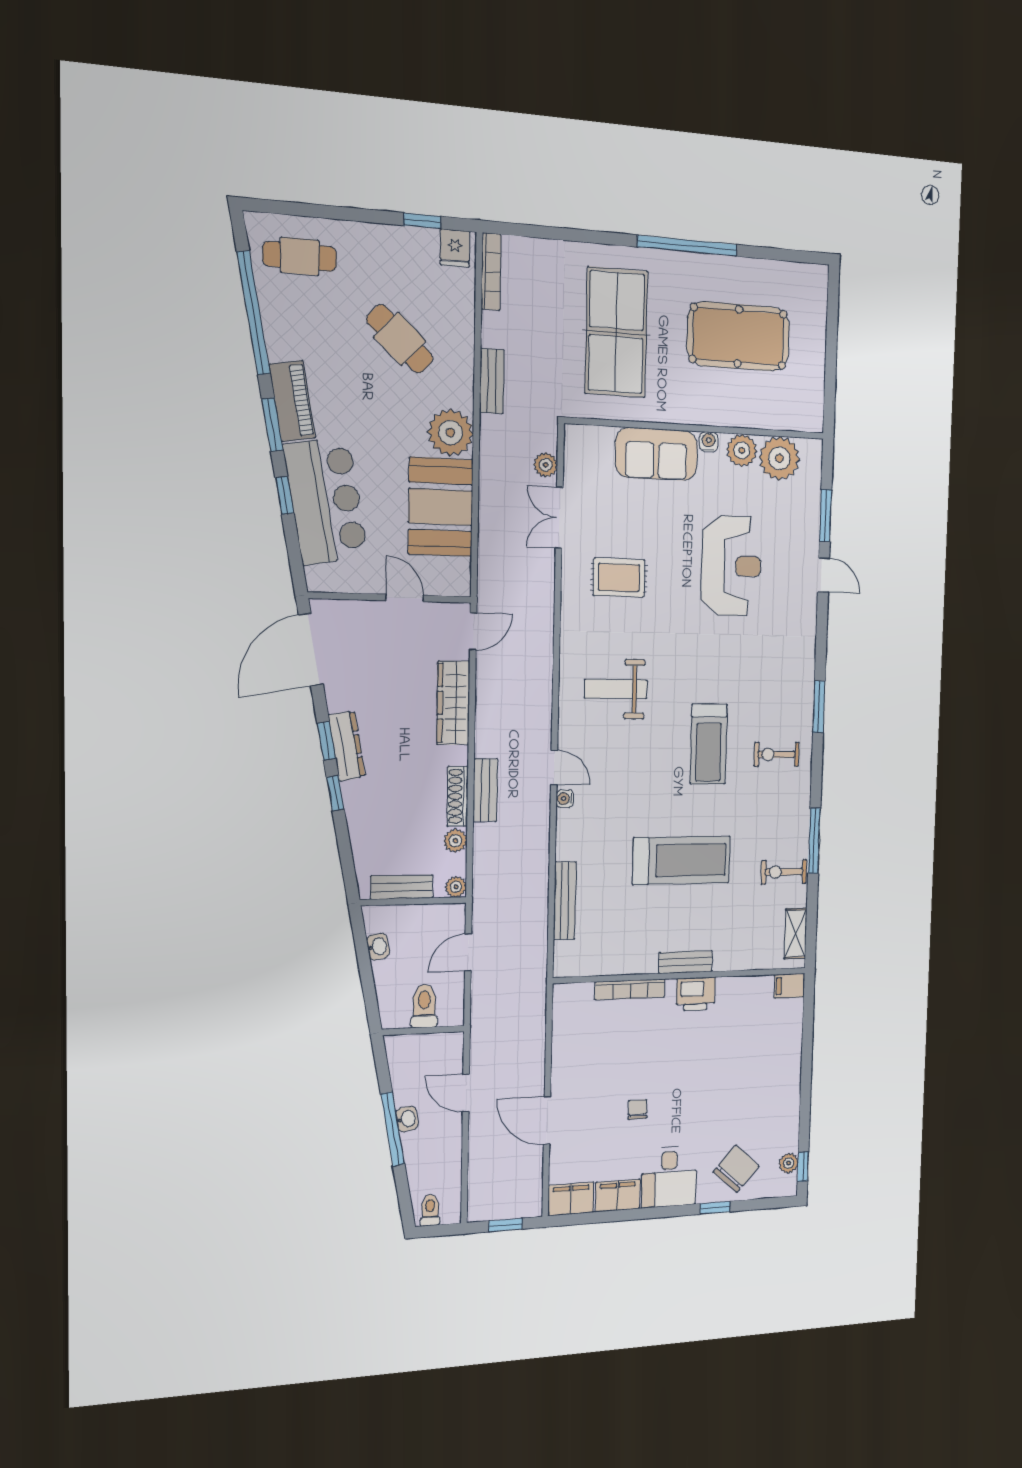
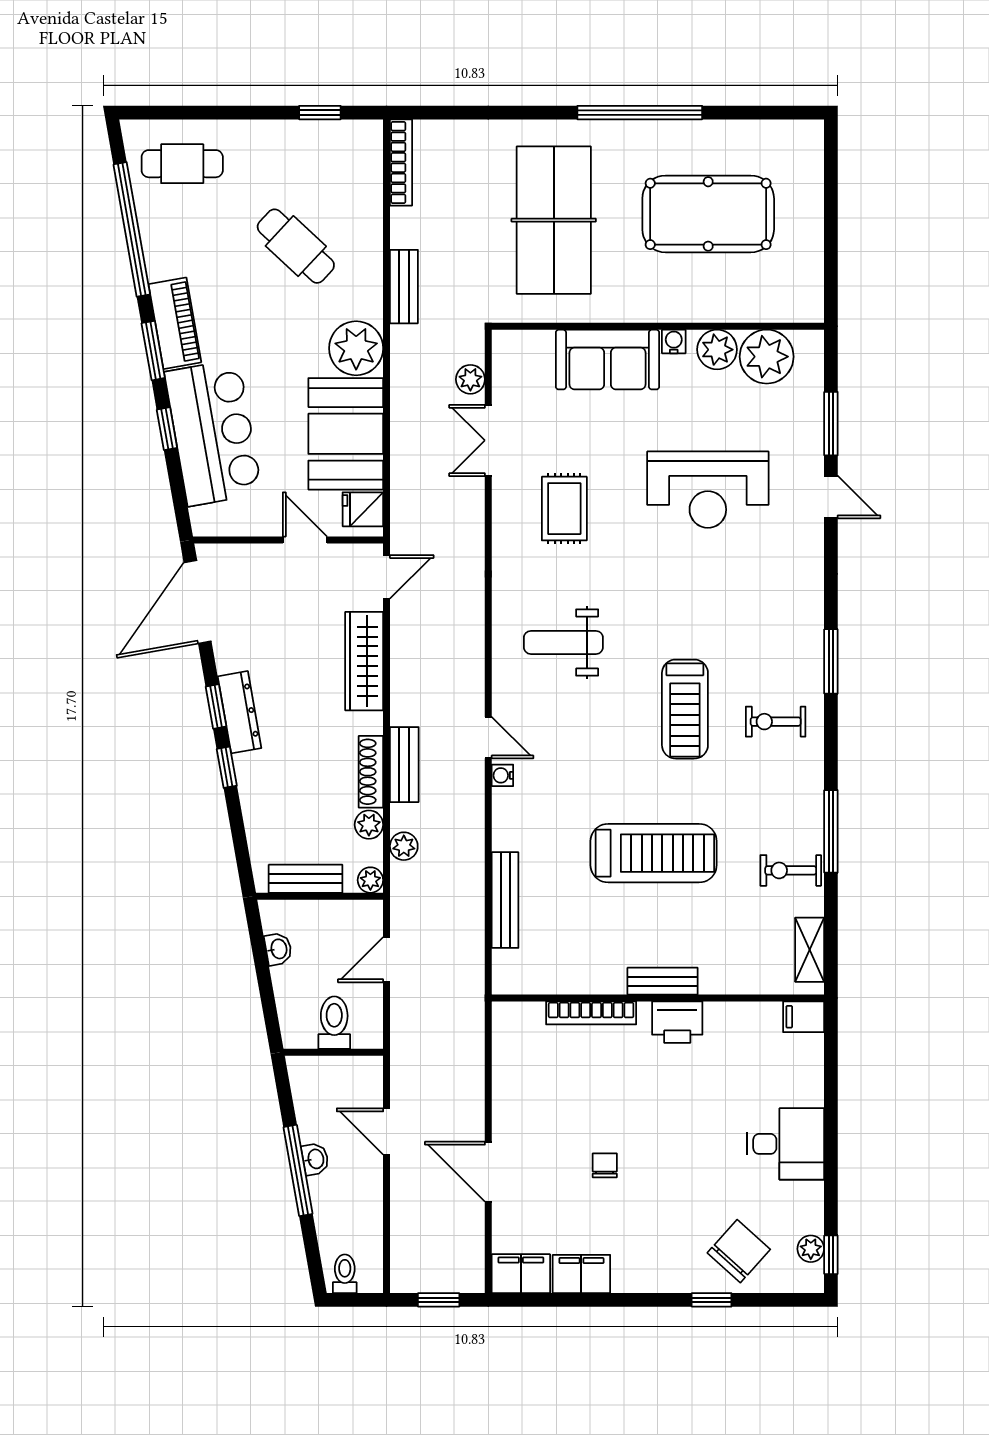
fridge: (455, 248) -> (363, 509), moved, turned 90
reception desk: (731, 566) -> (708, 490), turned 90
rug: (619, 578) -> (564, 509), turned 90
plant: (484, 858) -> (404, 846), added
desk: (669, 1177) -> (786, 1144), moved, turned -90

